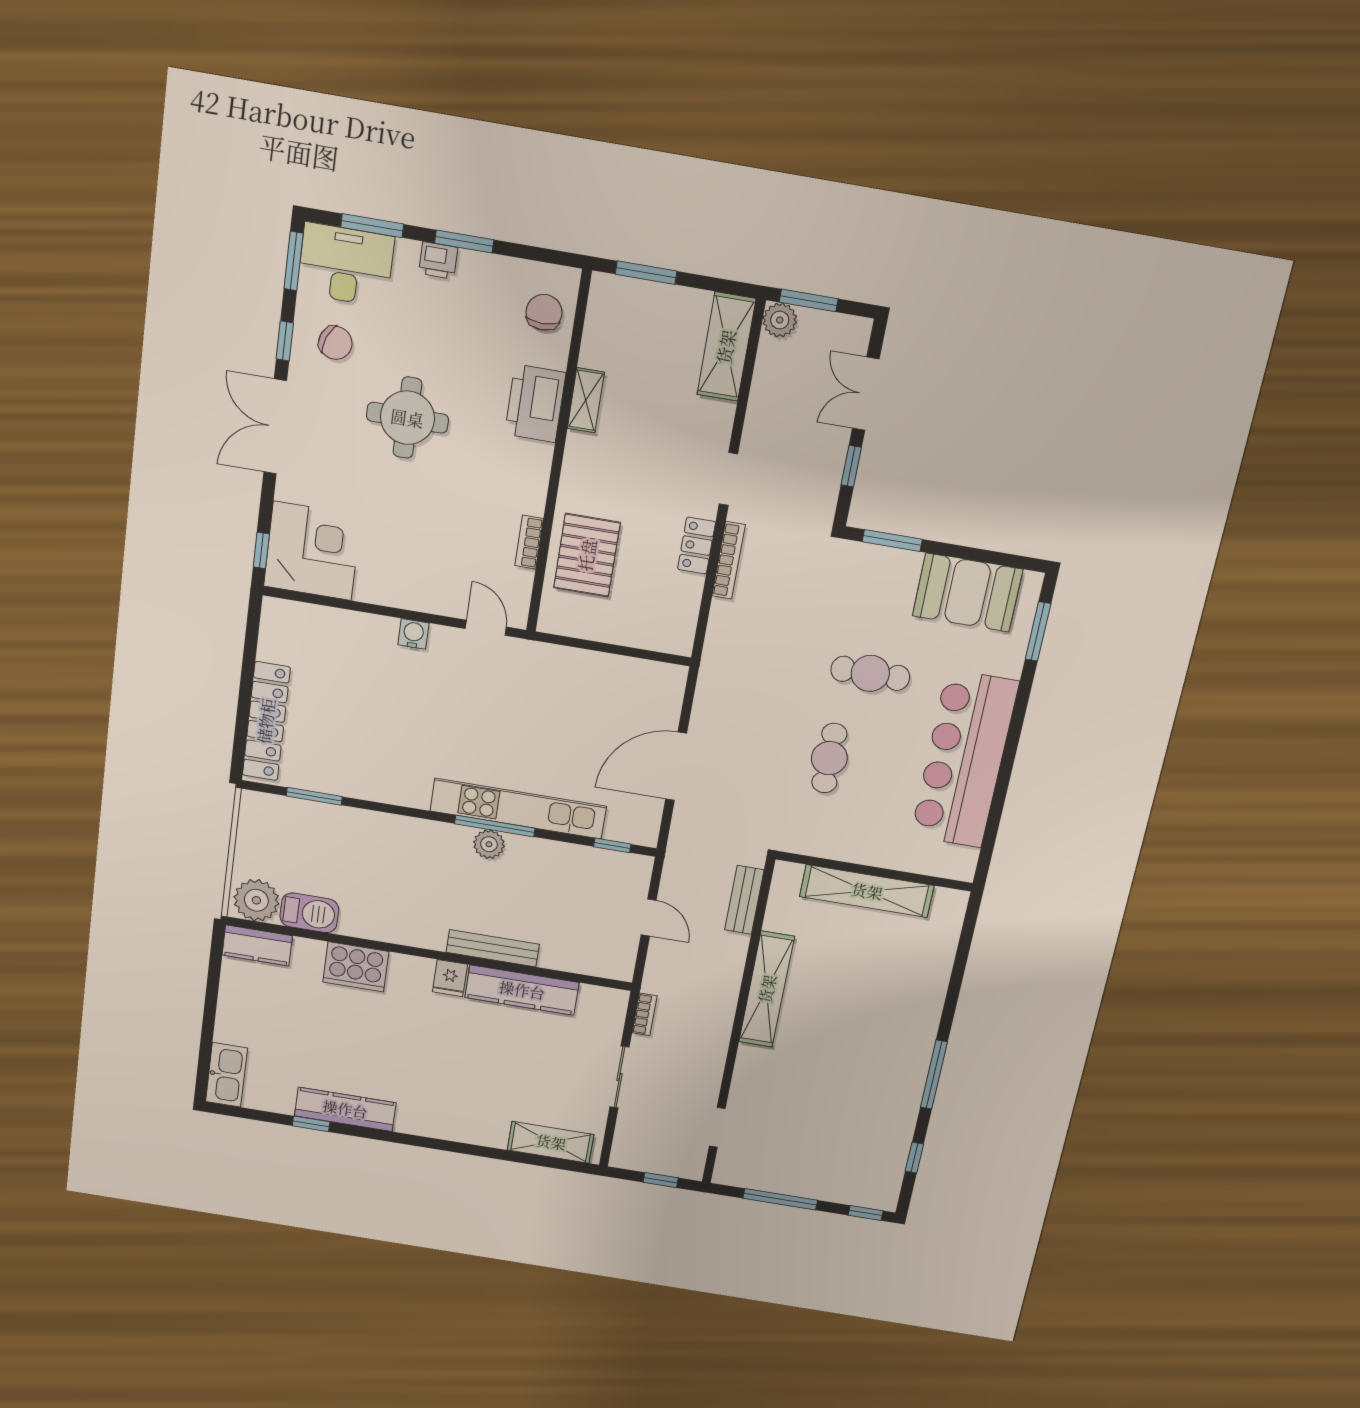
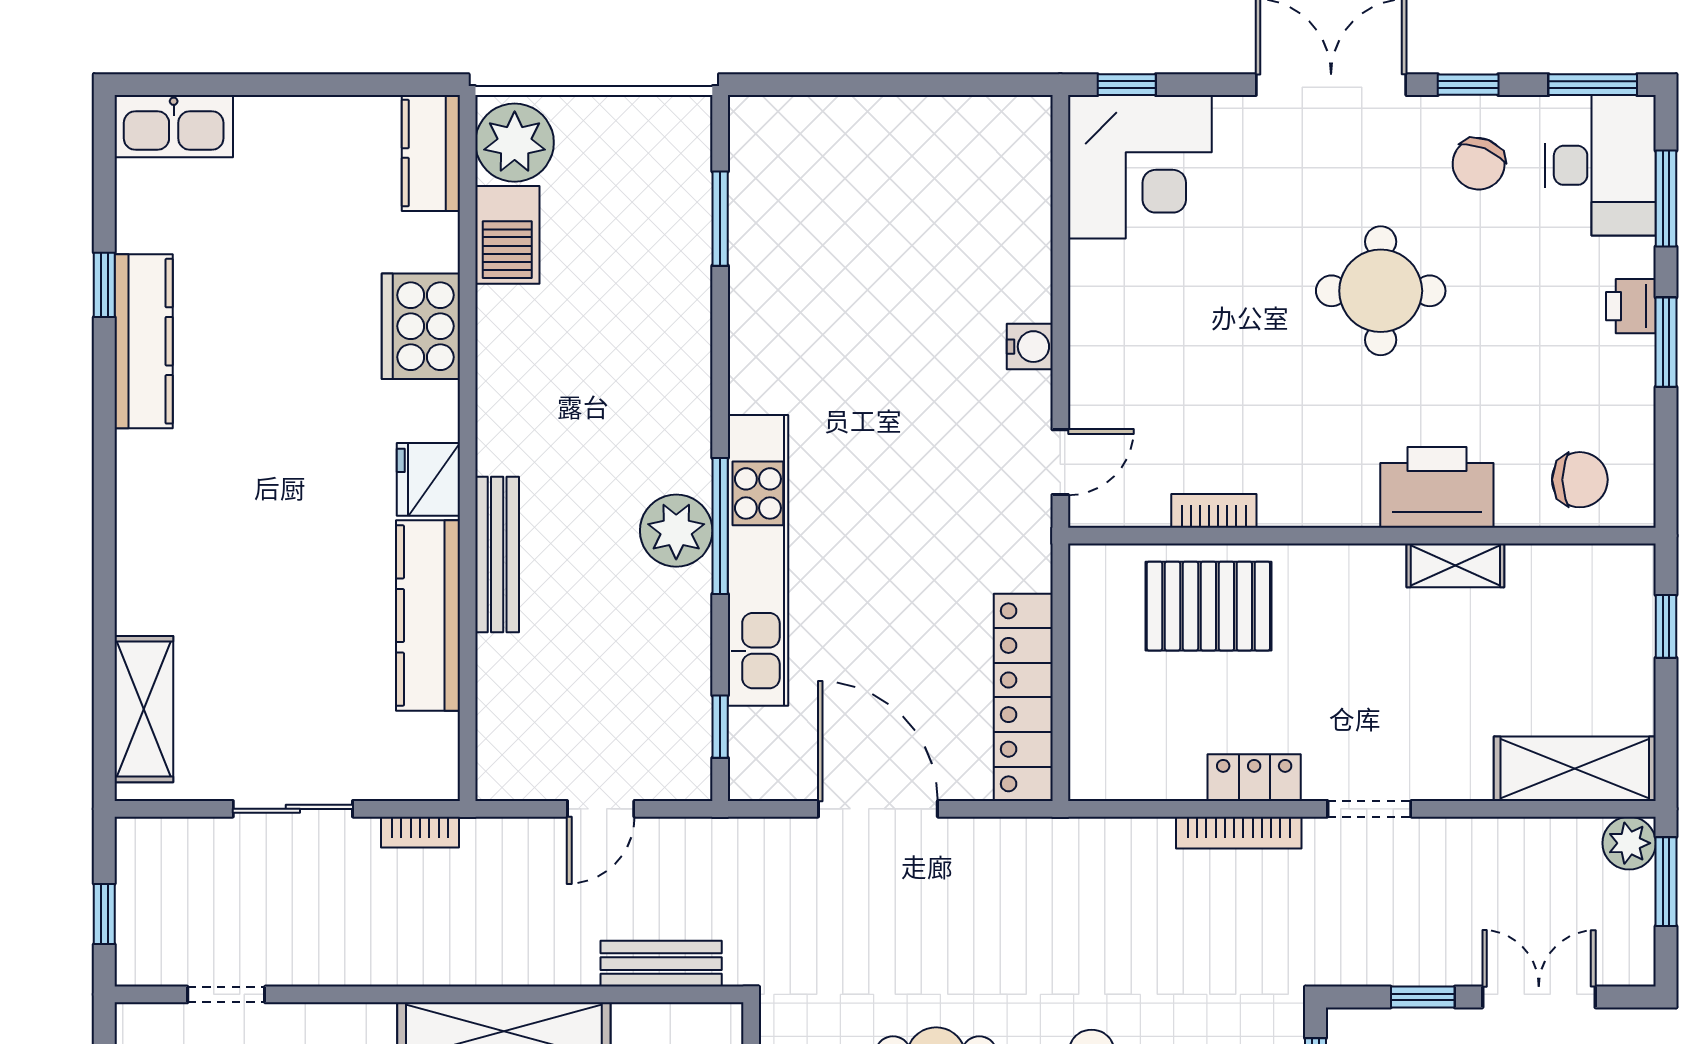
window: (646, 273) -> (1666, 626), width x0.67
locker: (266, 721) -> (1023, 697), moved, turned 90
plant: (489, 844) -> (676, 531), width x1.36, depth x1.36
fridge: (450, 978) -> (428, 479), width x1.38

